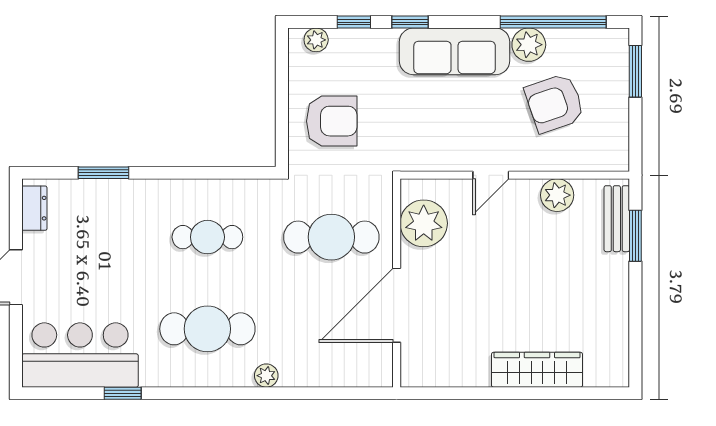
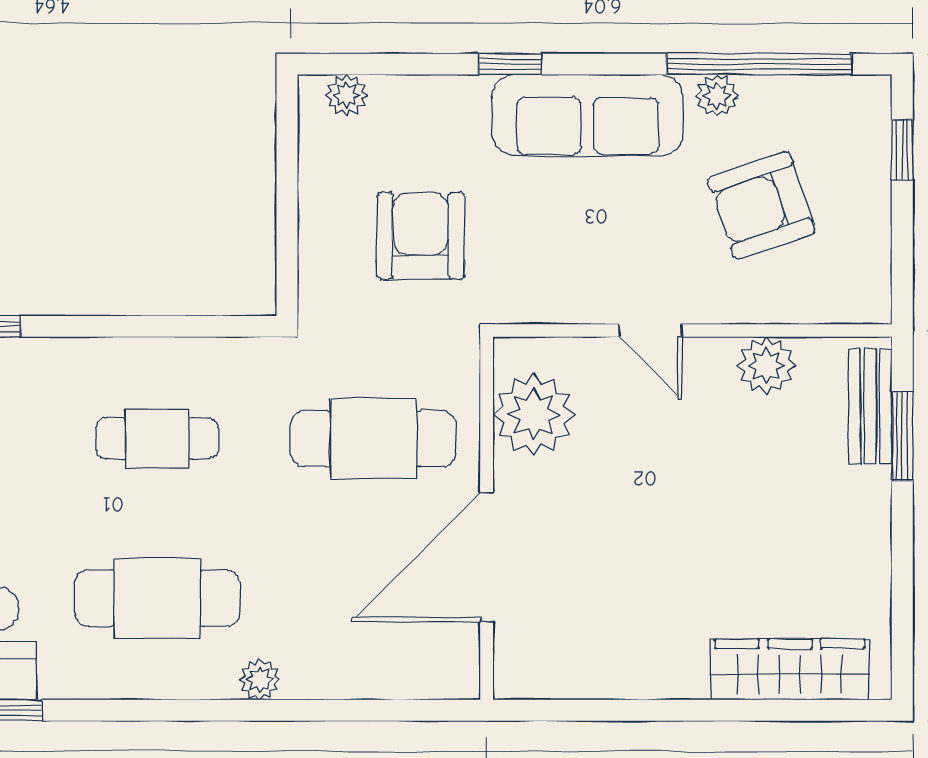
window: (354, 22) -> (412, 64), removed
plant: (529, 45) -> (717, 96), width x0.73, depth x0.73
window: (635, 71) -> (902, 150), width x0.67
armchair: (332, 121) -> (421, 236), moved, turned -90
door: (491, 175) -> (651, 331), hinge flipped
wardrobe: (537, 370) -> (790, 669), moved

